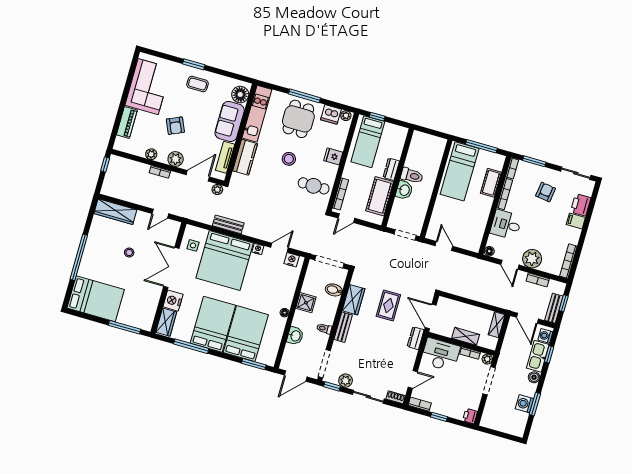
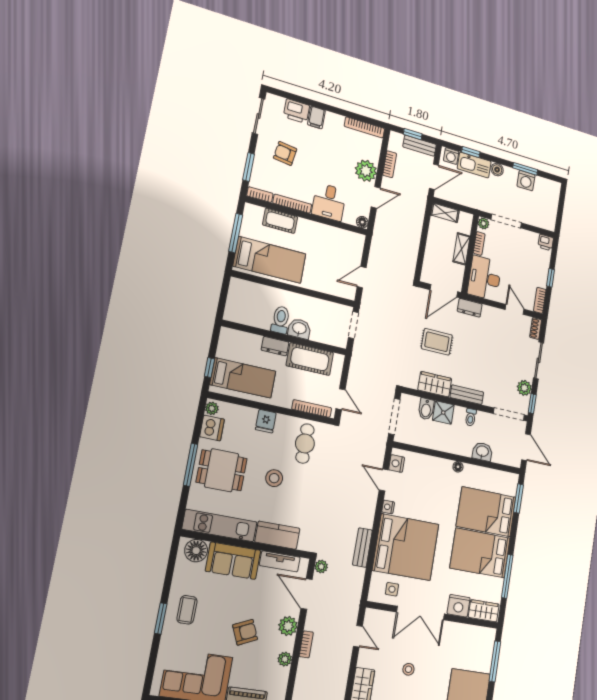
shower: (306, 303) -> (443, 413), moved

